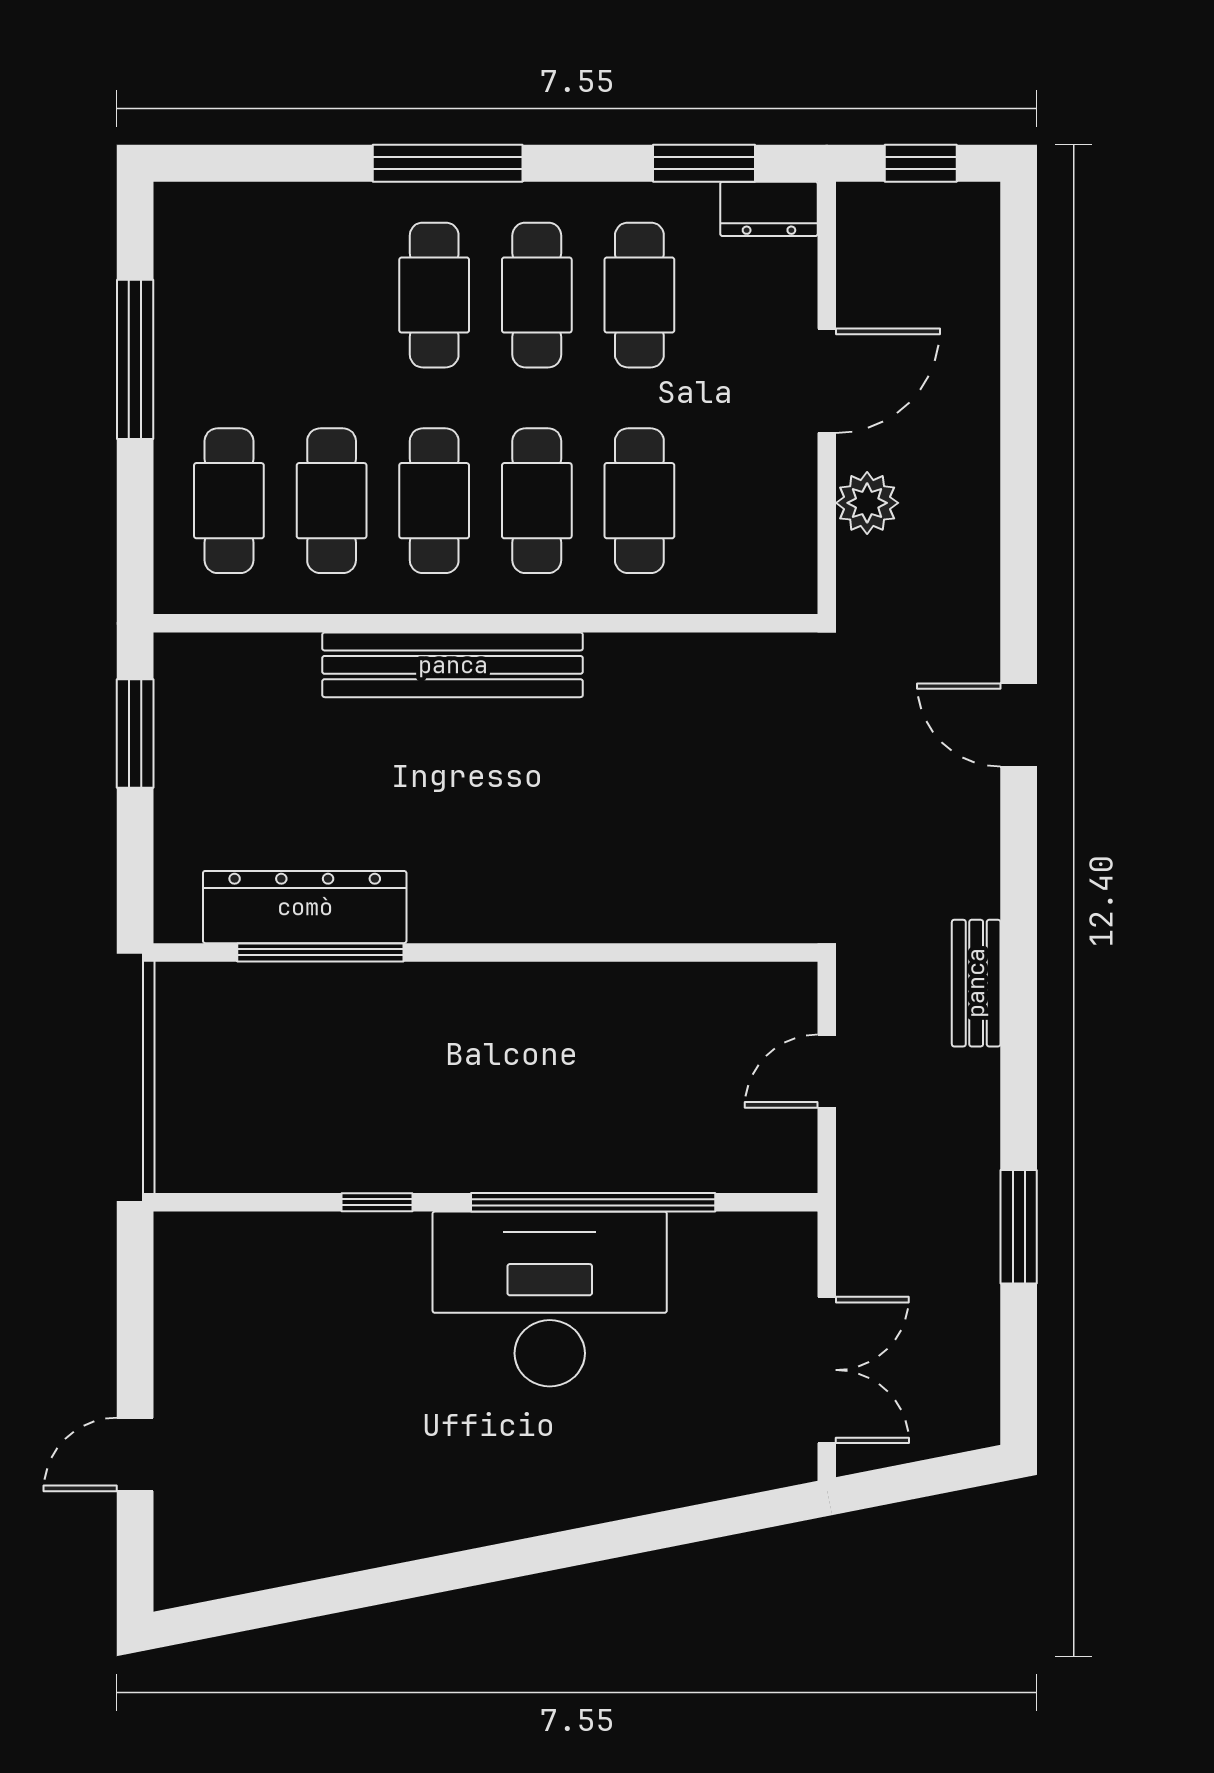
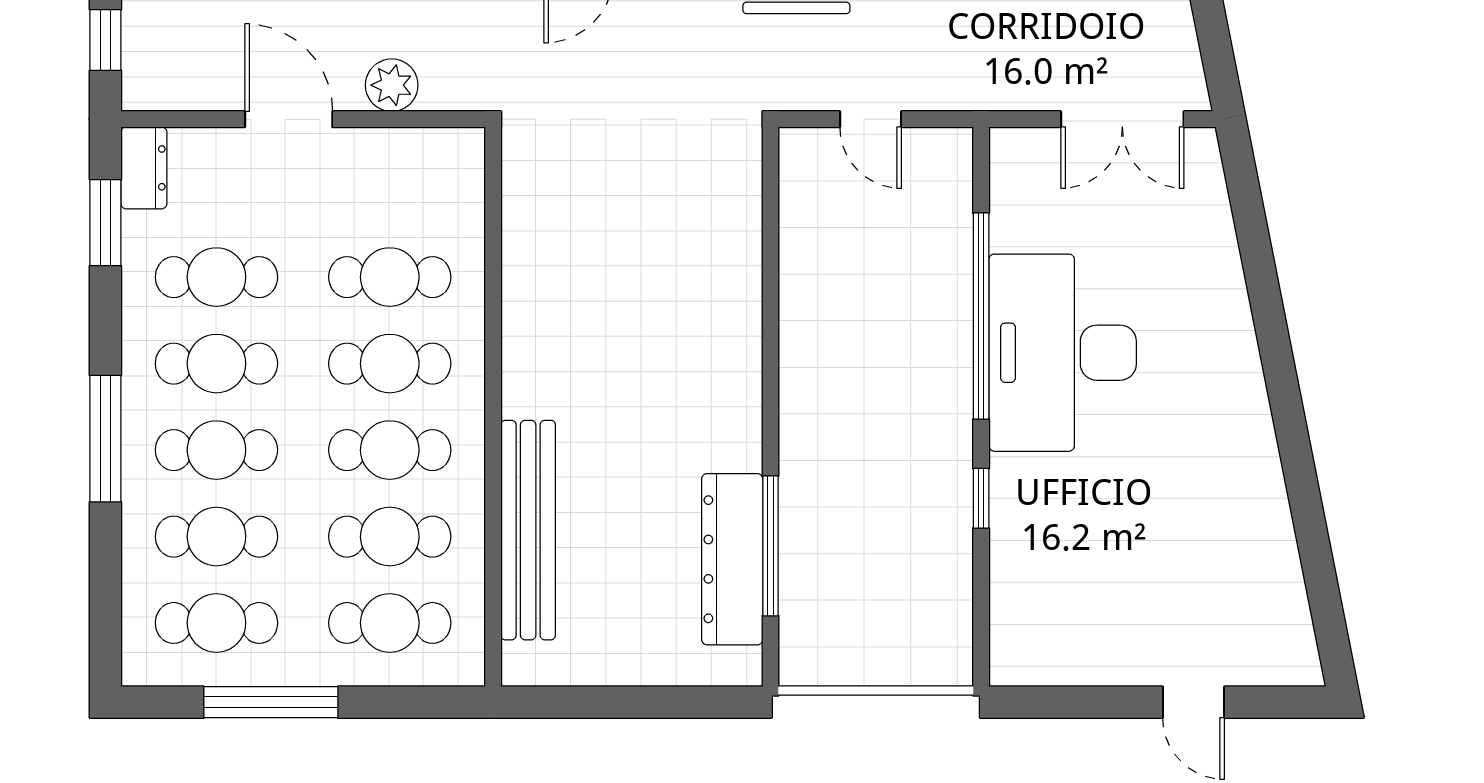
cafe table: (229, 295) -> (216, 623), added
cafe table: (332, 295) -> (216, 537), added
bench: (453, 665) -> (528, 530), moved
window: (135, 734) -> (586, 702), removed
double door: (827, 1370) -> (1122, 119), swing flipped

